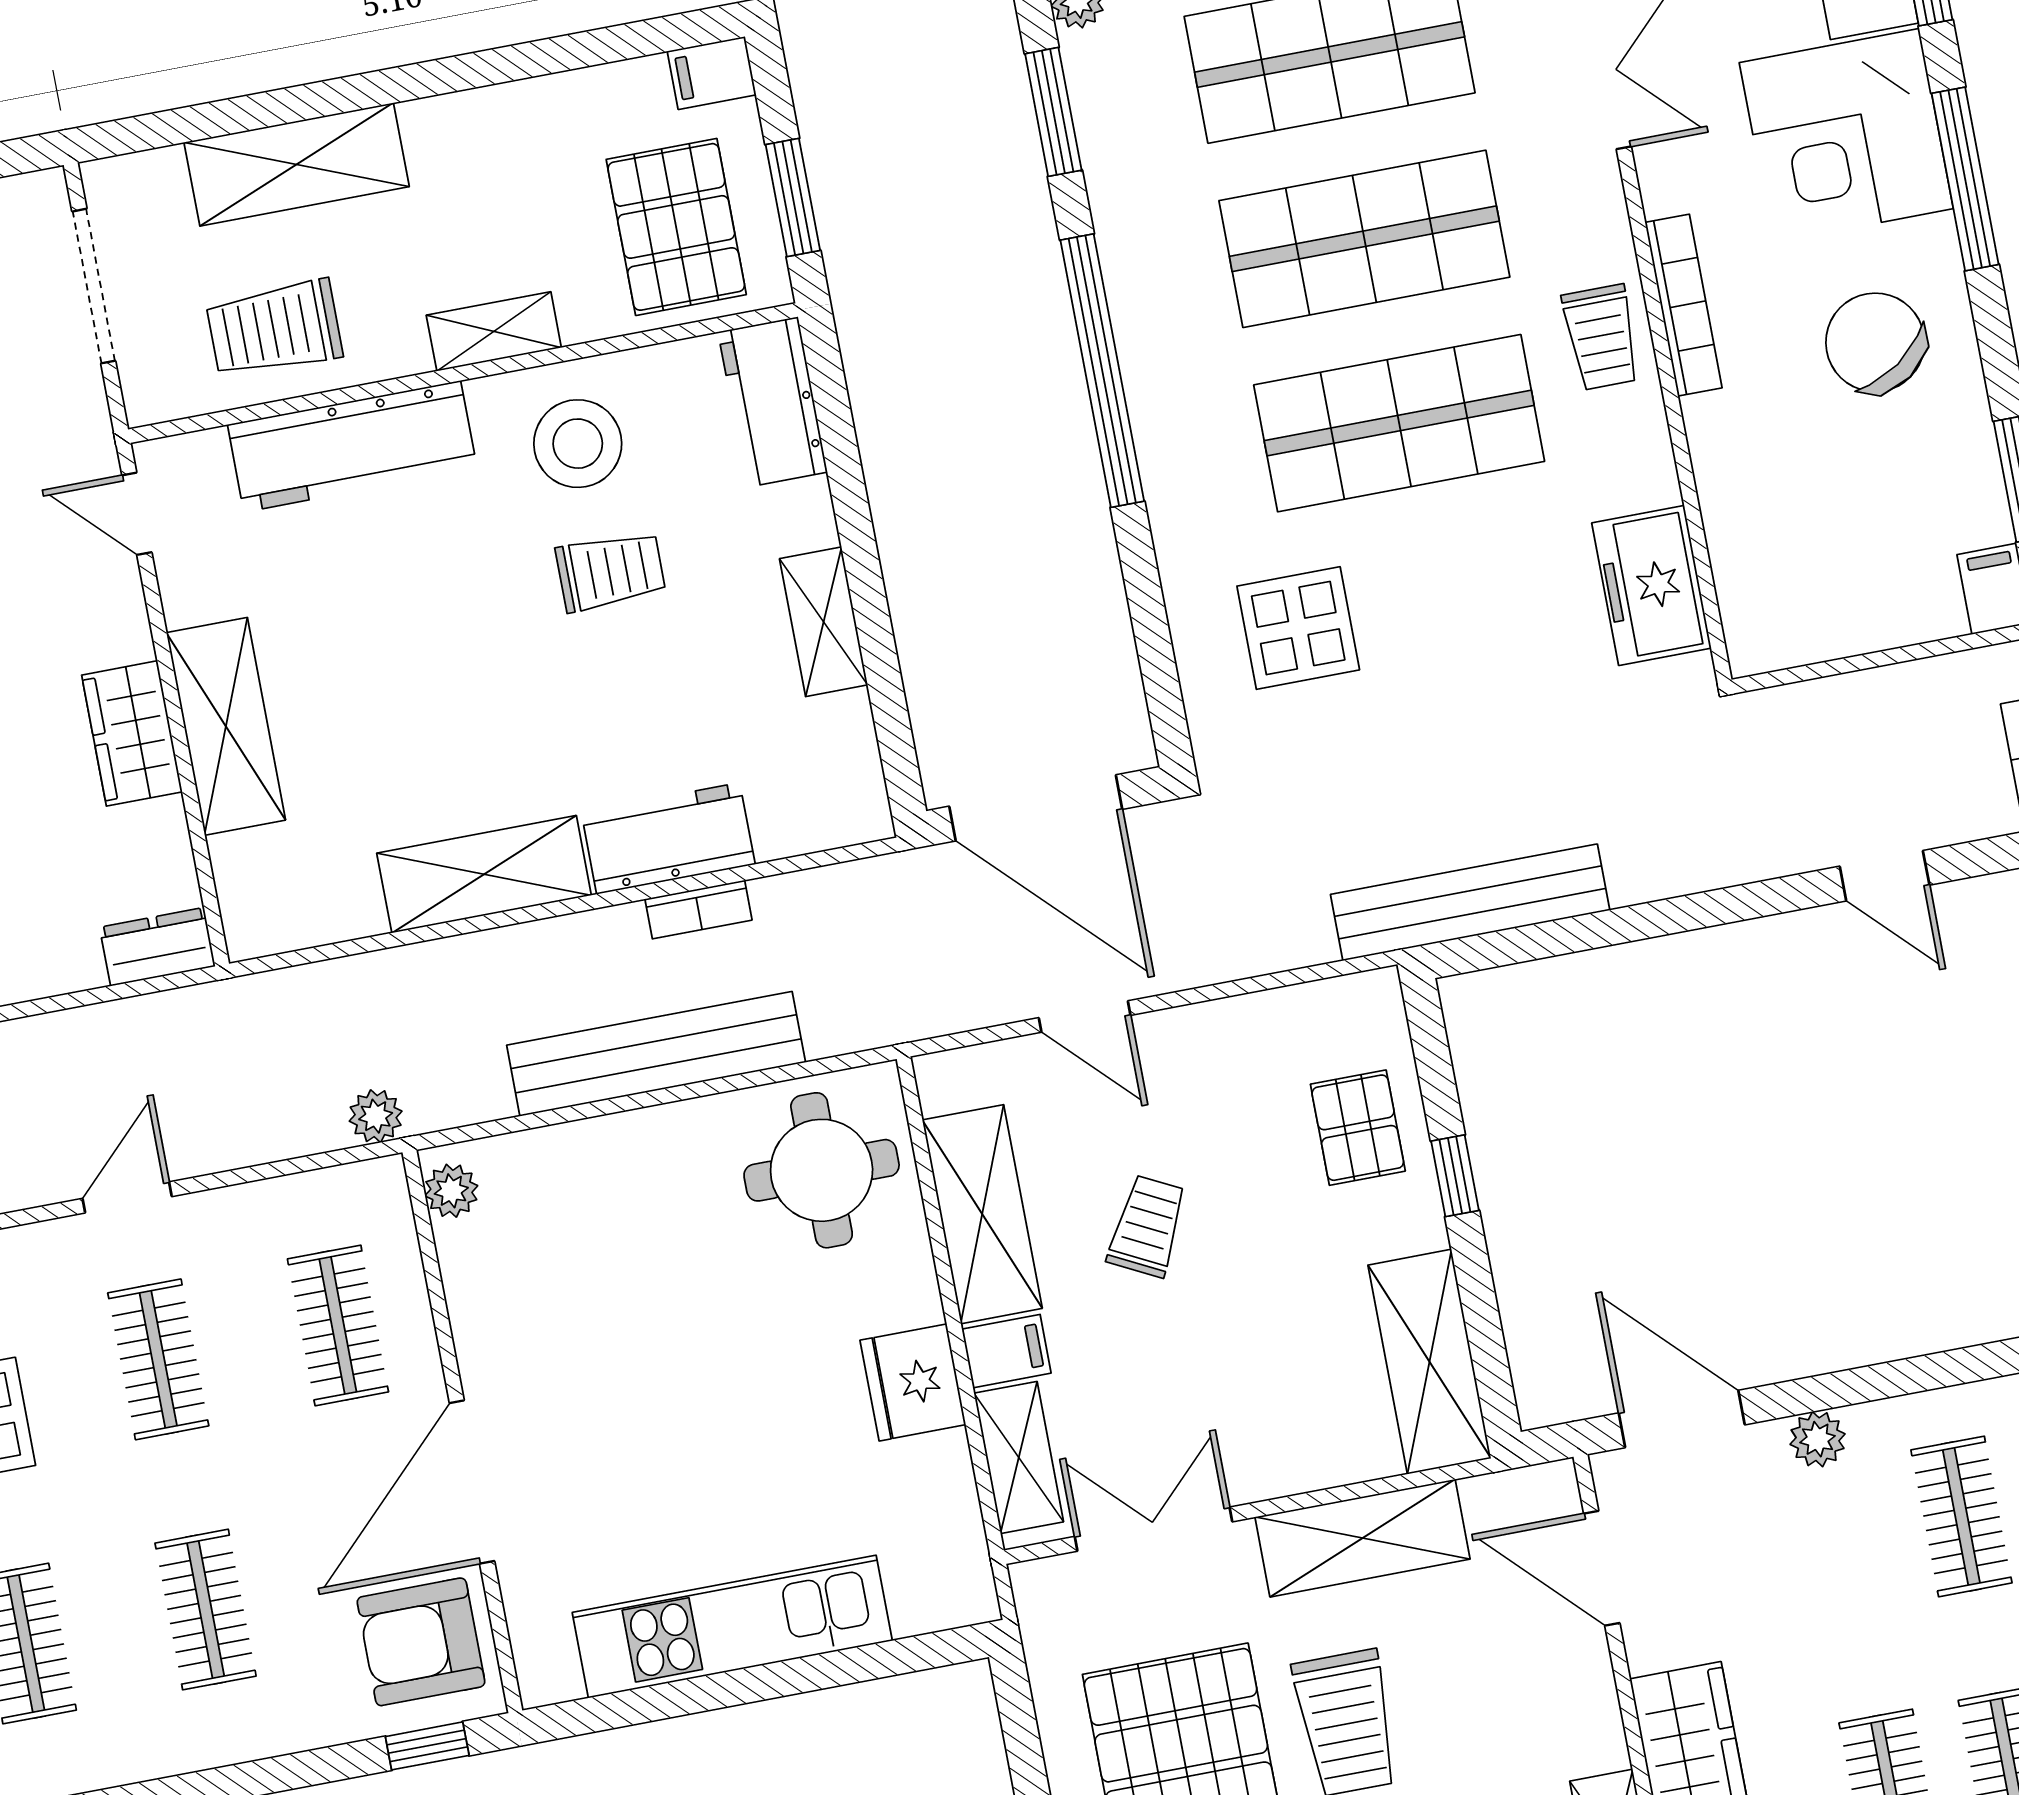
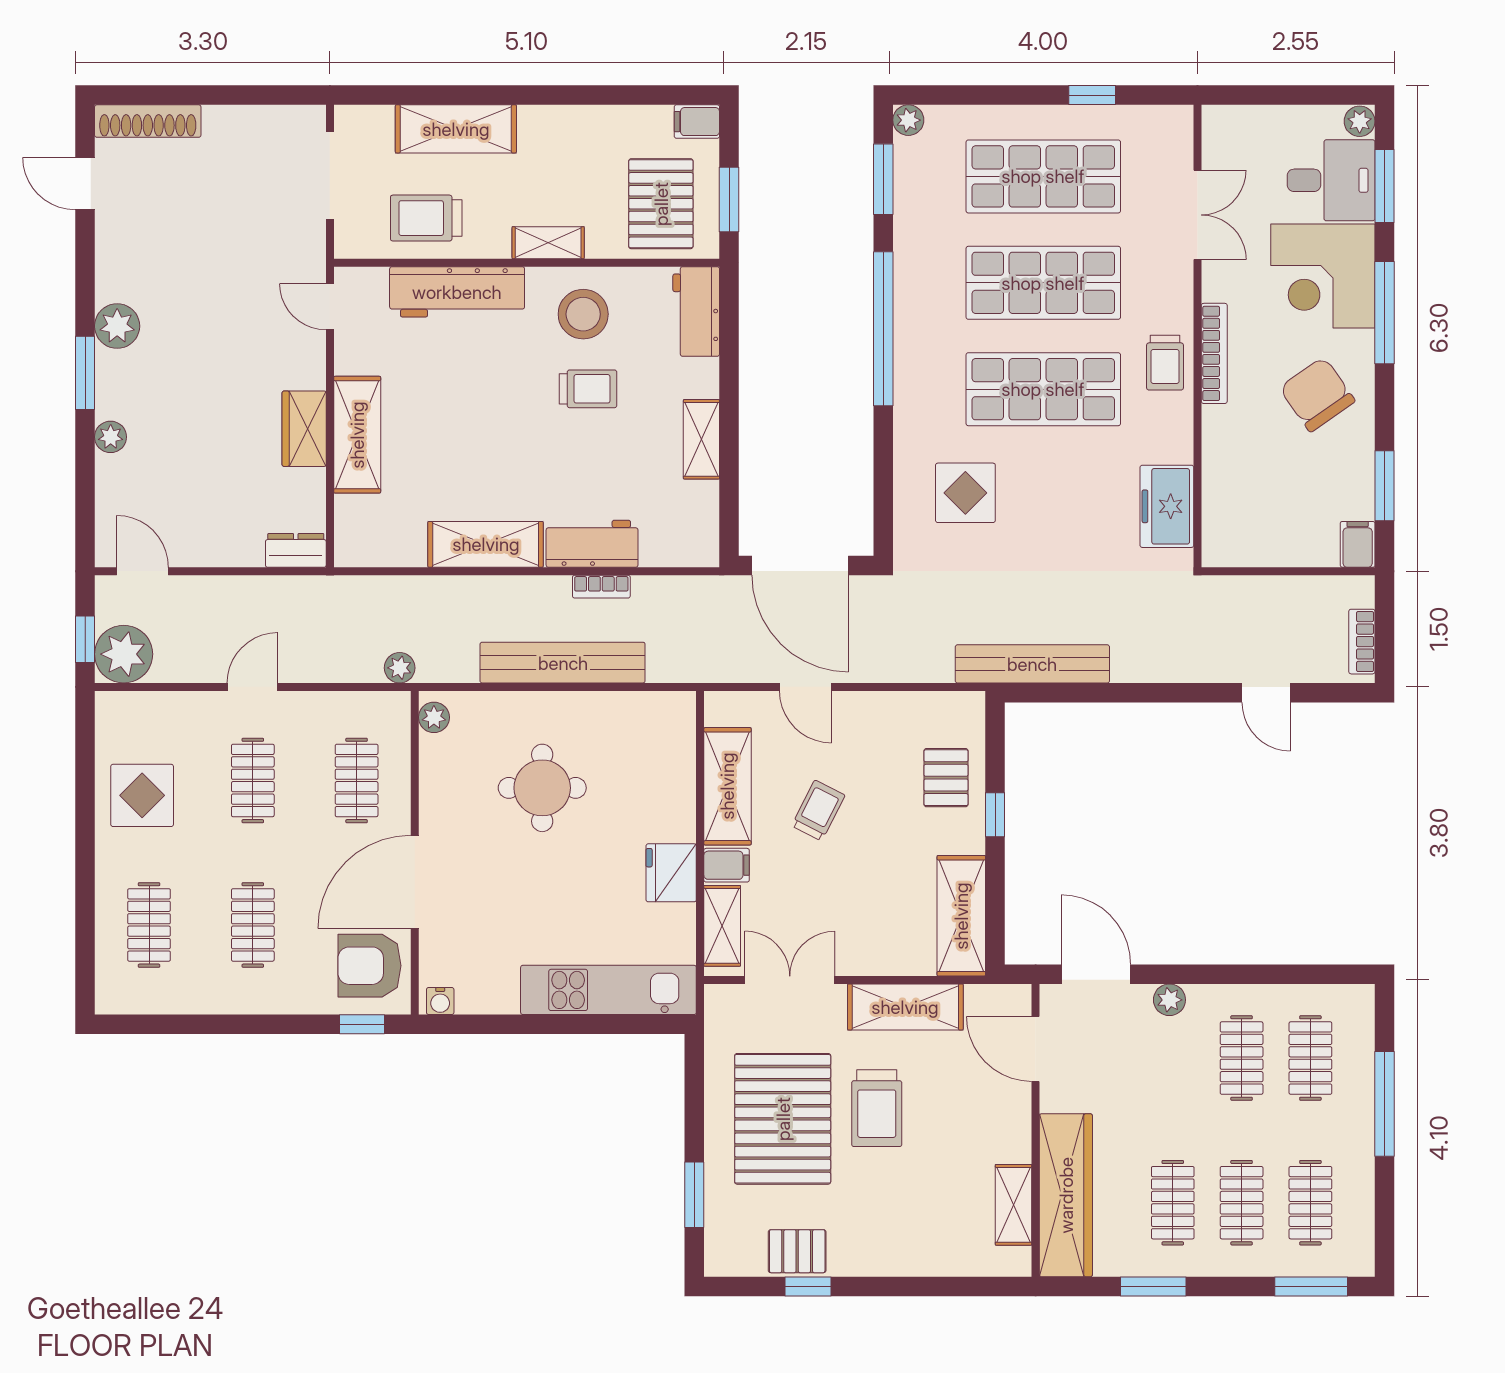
round table: (822, 1170) -> (542, 788), moved
kitchen unit: (732, 1627) -> (608, 990), moved
water cooler: (555, 1680) -> (440, 1001), added

